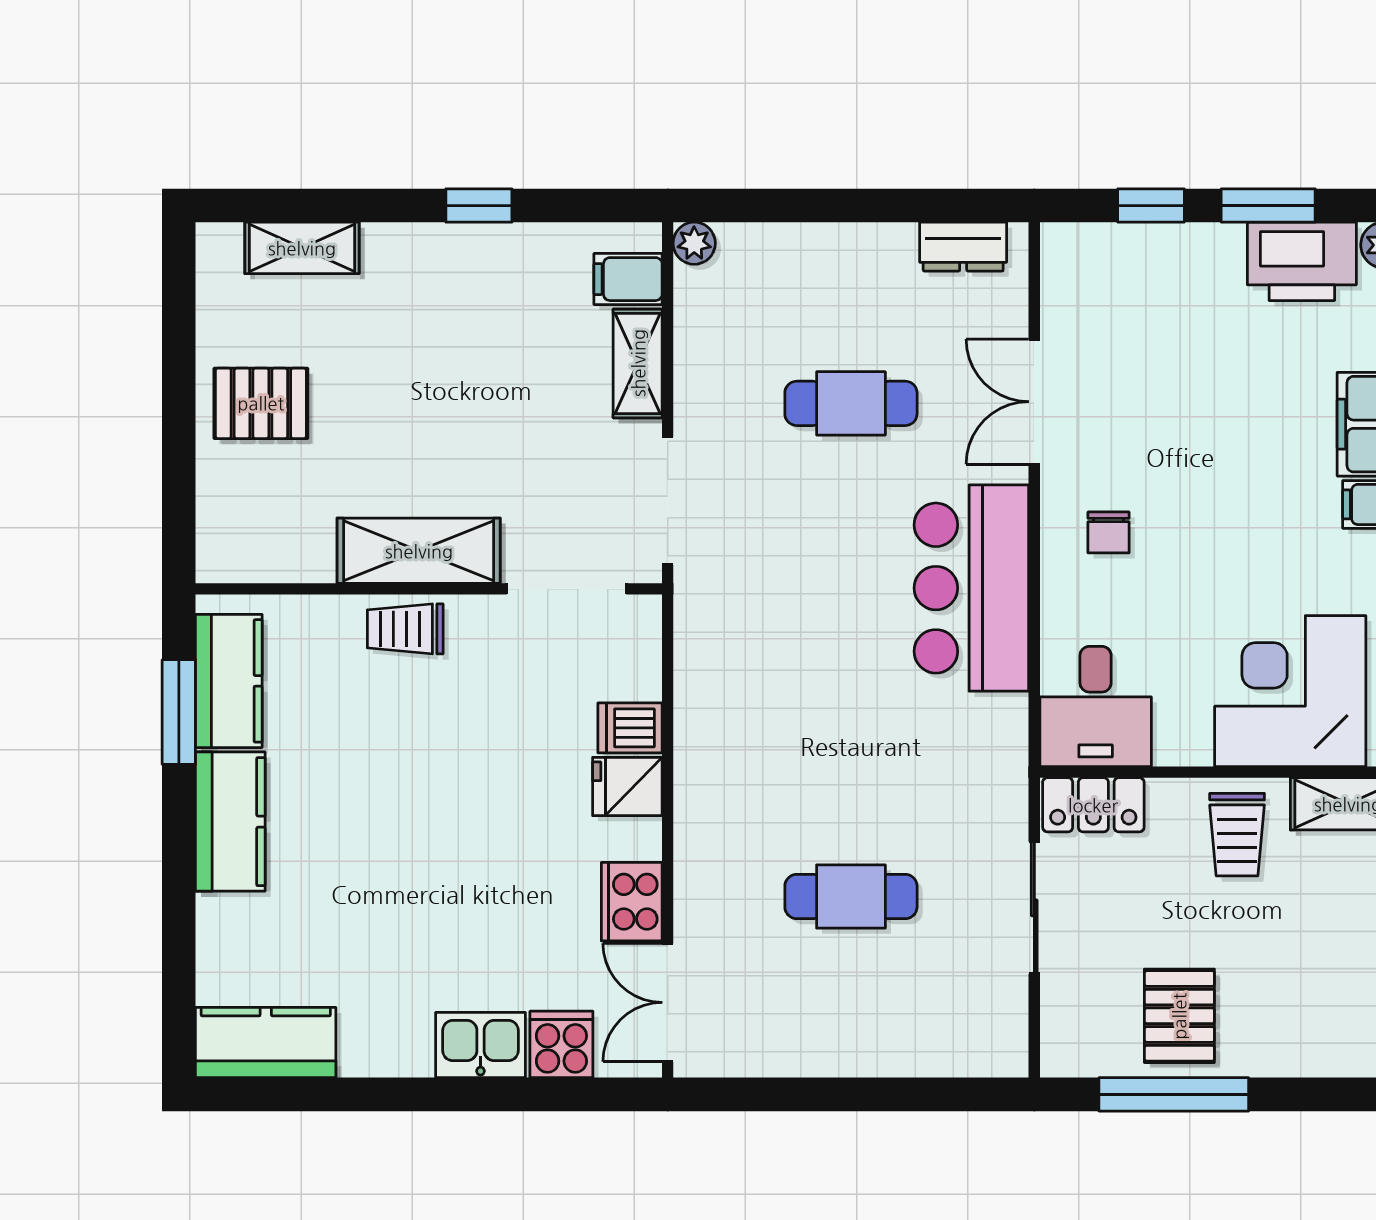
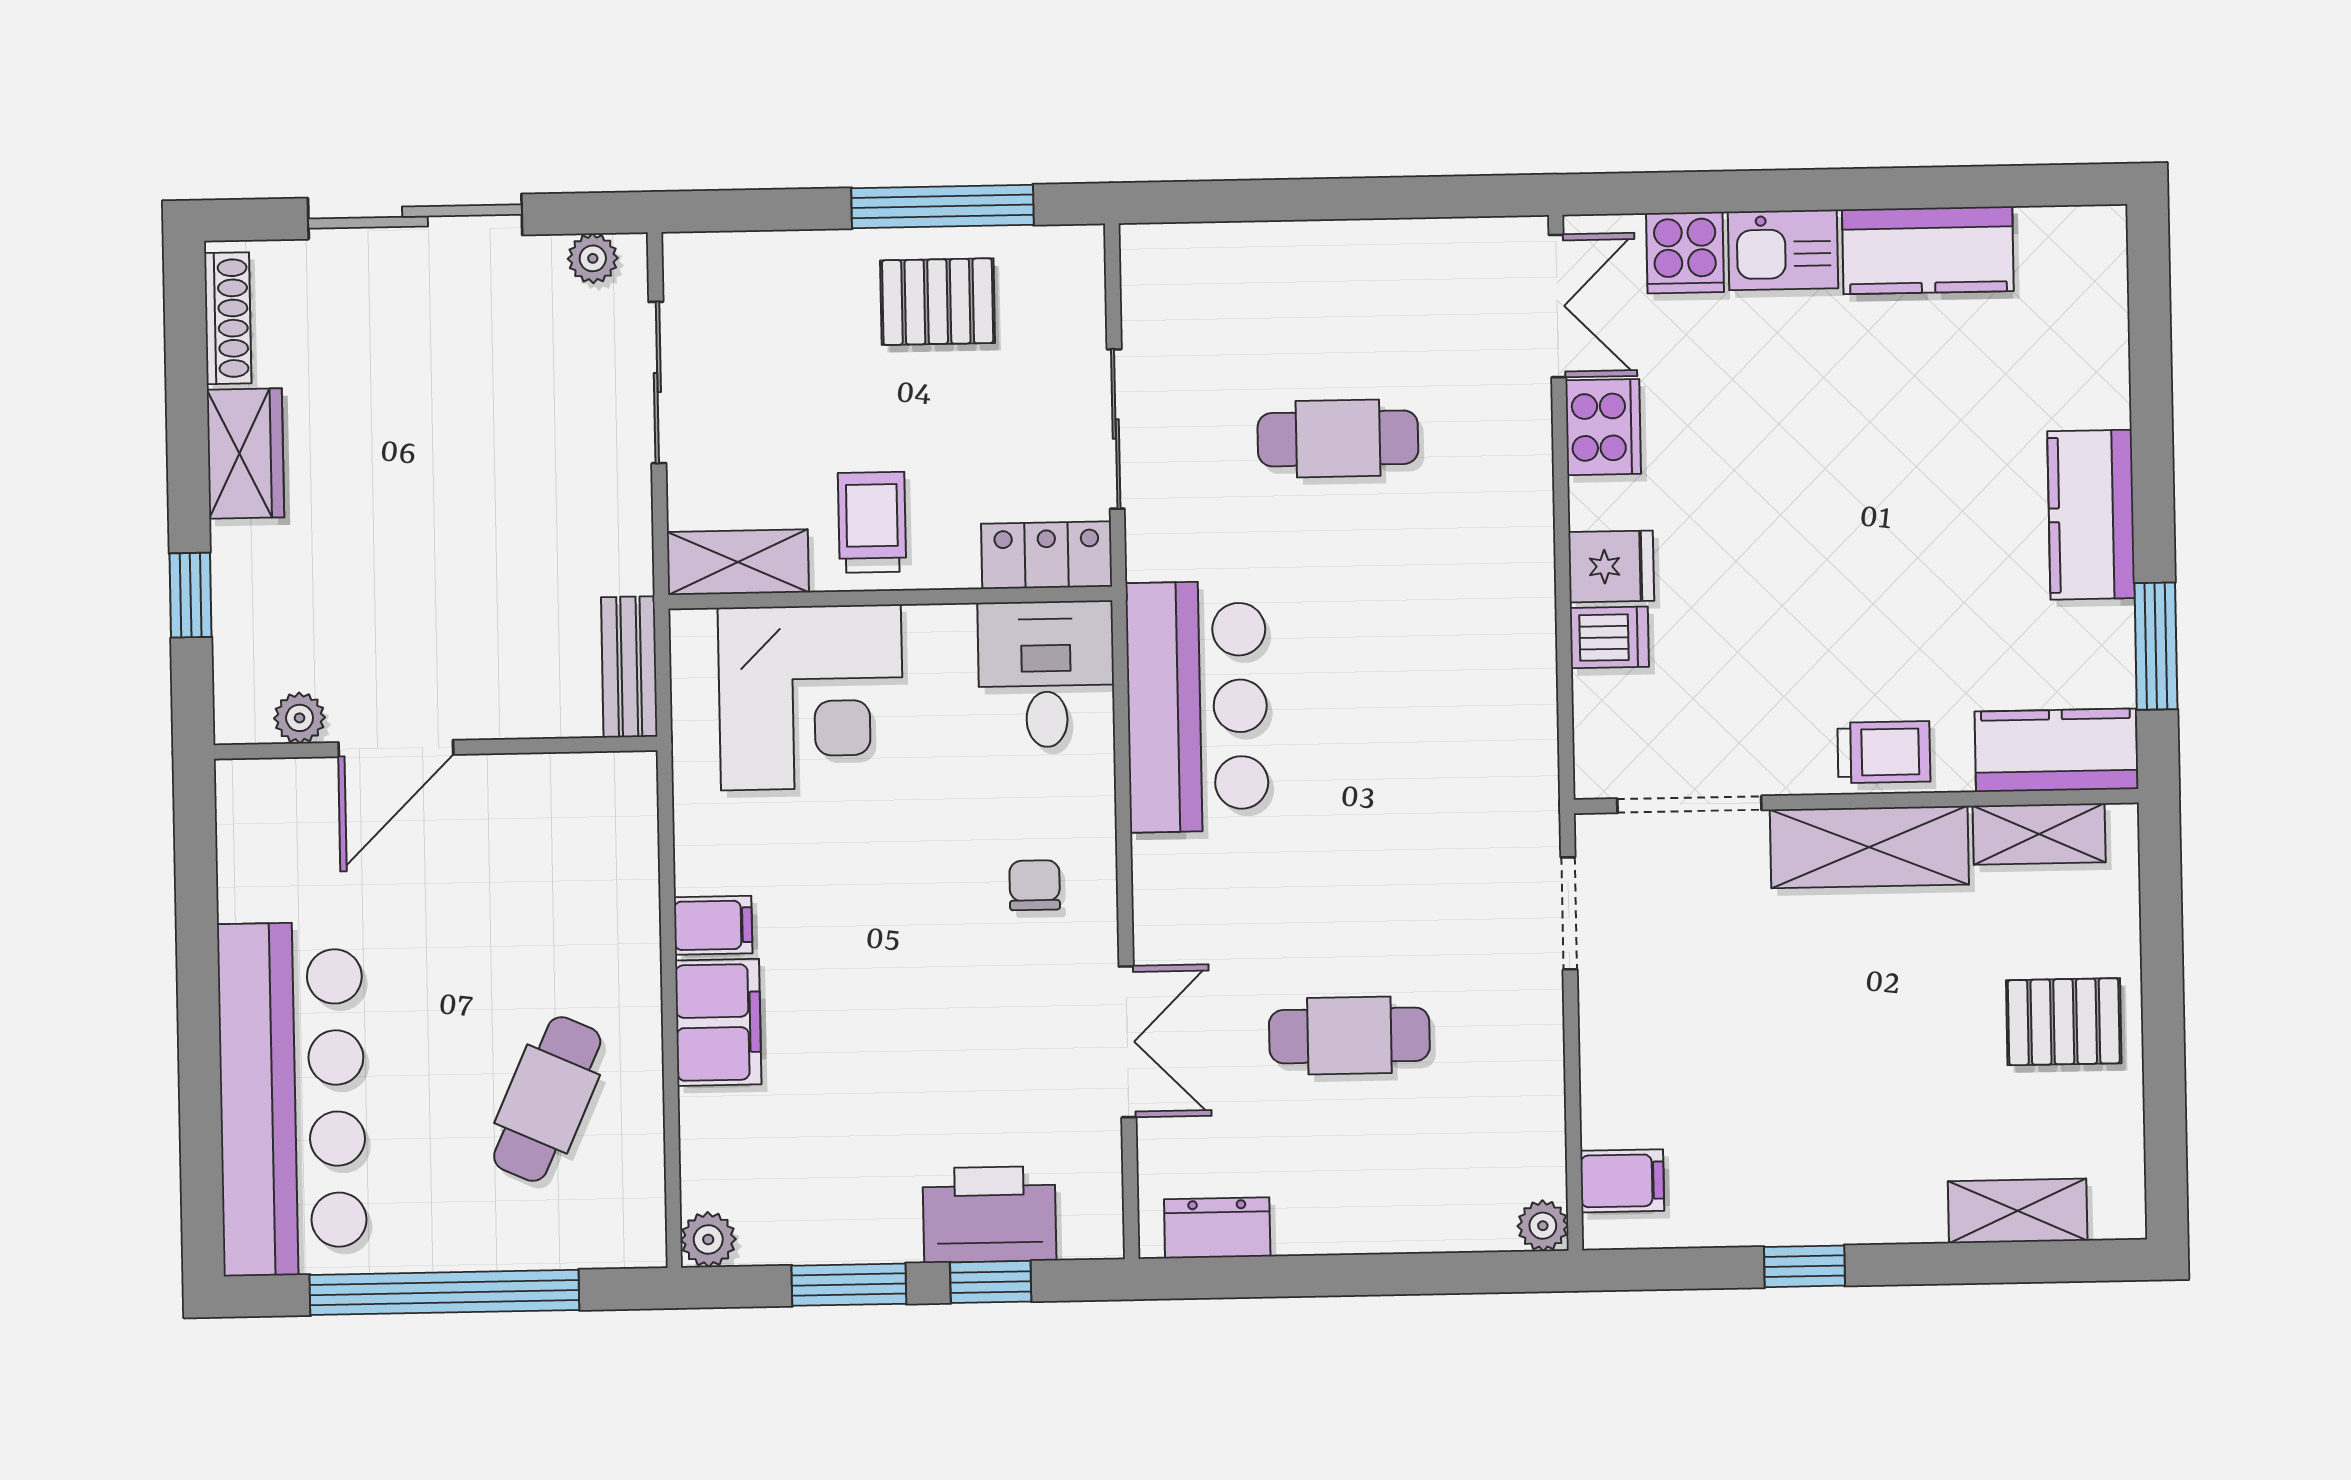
printer: (1302, 261) -> (990, 1214), moved
shelving: (638, 363) -> (2039, 834), moved, turned 90
doorway: (668, 501) -> (1569, 913), width x0.73
bar counter: (971, 588) -> (1197, 707), moved
kitchen counter: (229, 681) -> (2056, 750), moved, turned 90
pallet: (1179, 1016) -> (938, 302), turned 90
kitchen counter: (266, 1043) -> (1928, 250), moved

